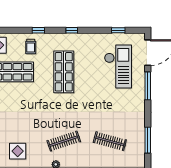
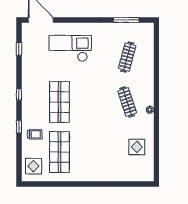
checkout: (118, 67) -> (70, 48), moved
shop shelf: (64, 72) -> (59, 102), turned 90
window: (148, 86) -> (73, 20), removed

